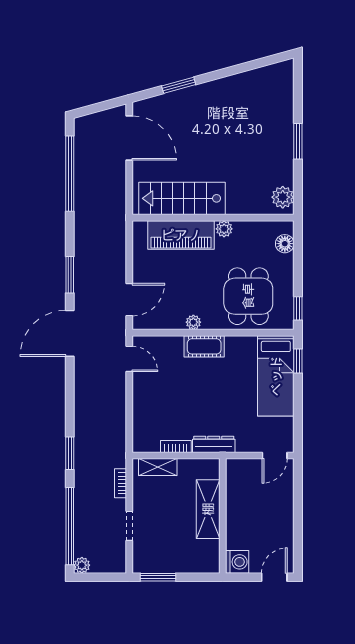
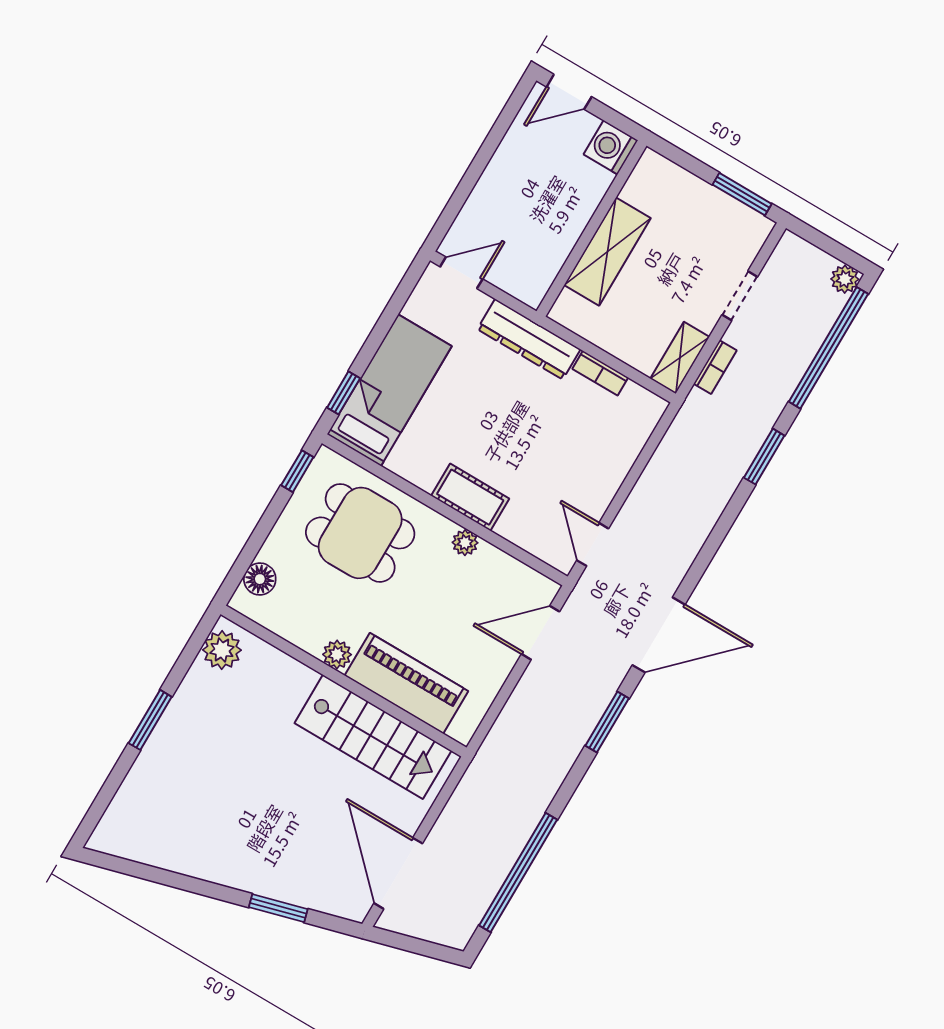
dining table: (248, 296) -> (360, 533), turned 90
dresser: (214, 444) -> (529, 339), width x1.37, depth x1.24
shelving: (158, 467) -> (680, 358), moved, turned 90

